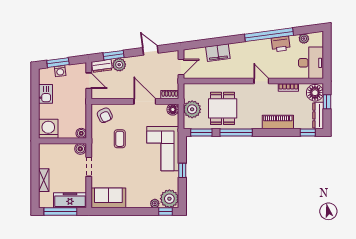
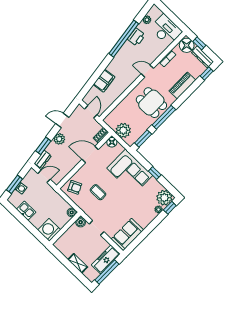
plant: (119, 65) -> (59, 139), moved
dining table: (223, 108) -> (151, 103), moved

